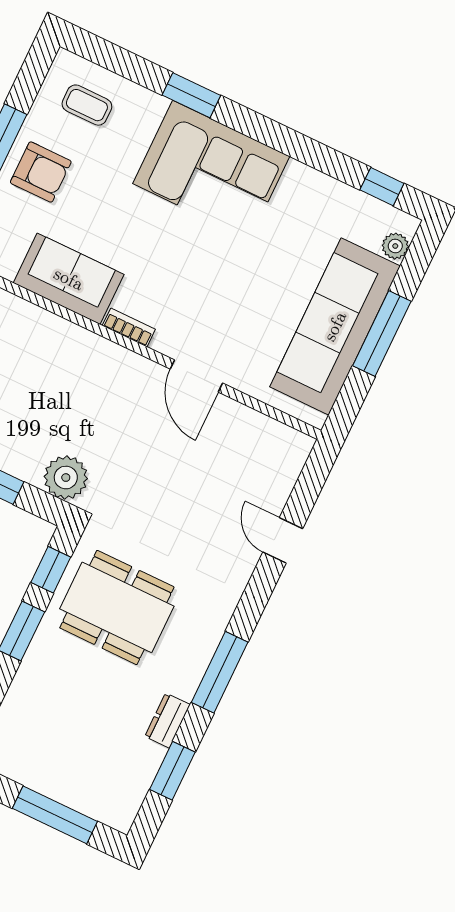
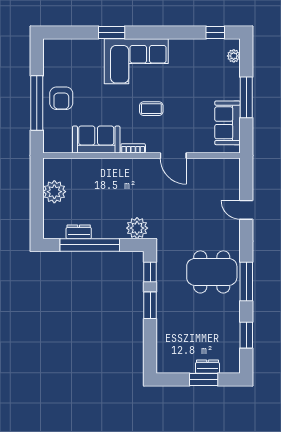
coffee table: (87, 105) -> (151, 109), moved
armchair: (41, 172) -> (61, 98), turned 90
sofa: (335, 326) -> (228, 123), width x0.54, depth x0.79
dining table: (117, 607) -> (212, 272), moved
dresser: (167, 720) -> (207, 367), moved, turned 90
window: (55, 815) -> (204, 380), width x0.69

